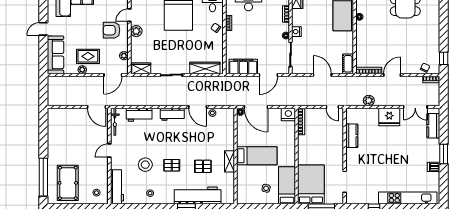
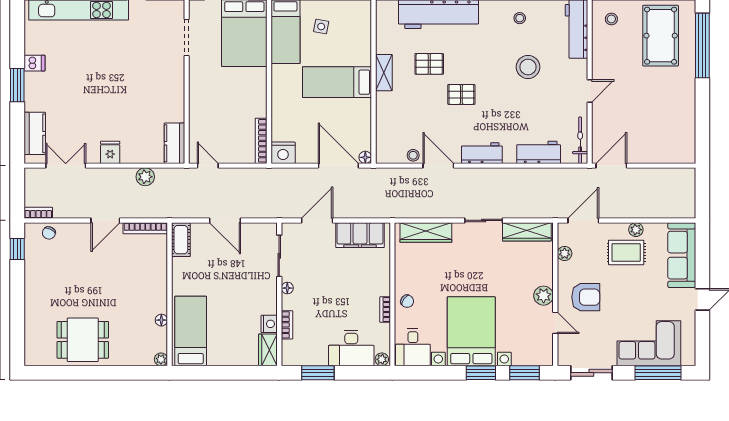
door: (129, 15) -> (555, 323), hinge flipped
nightstand: (296, 32) -> (269, 324), moved
wardrobe: (141, 68) -> (527, 232), width x1.50
door: (97, 107) -> (611, 166), hinge flipped
fridge: (389, 117) -> (110, 152), width x0.53, depth x0.75
kitchen counter: (352, 136) -> (174, 143), moved
pallet: (172, 165) -> (461, 94), moved

